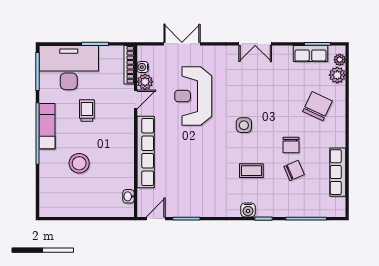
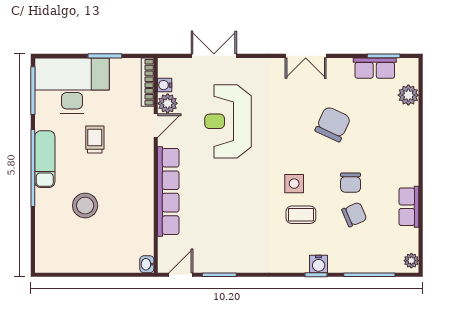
plant: (340, 60) -> (411, 261), moved
chair: (318, 106) -> (333, 124), moved
side table: (244, 125) -> (294, 184), moved
row of seats: (338, 172) -> (409, 207), width x0.68
washbasin: (128, 196) -> (147, 264), moved
water cooler: (248, 210) -> (319, 264), moved

